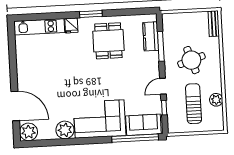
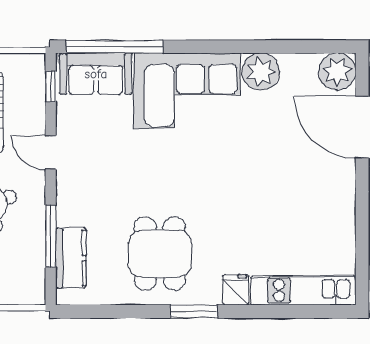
door: (163, 86) -> (51, 152), swing flipped
window: (164, 108) -> (51, 86), moved

